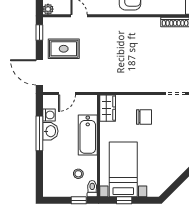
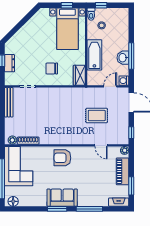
rug: (64, 49) -> (97, 115), moved
washing machine: (49, 115) -> (124, 81), moved

